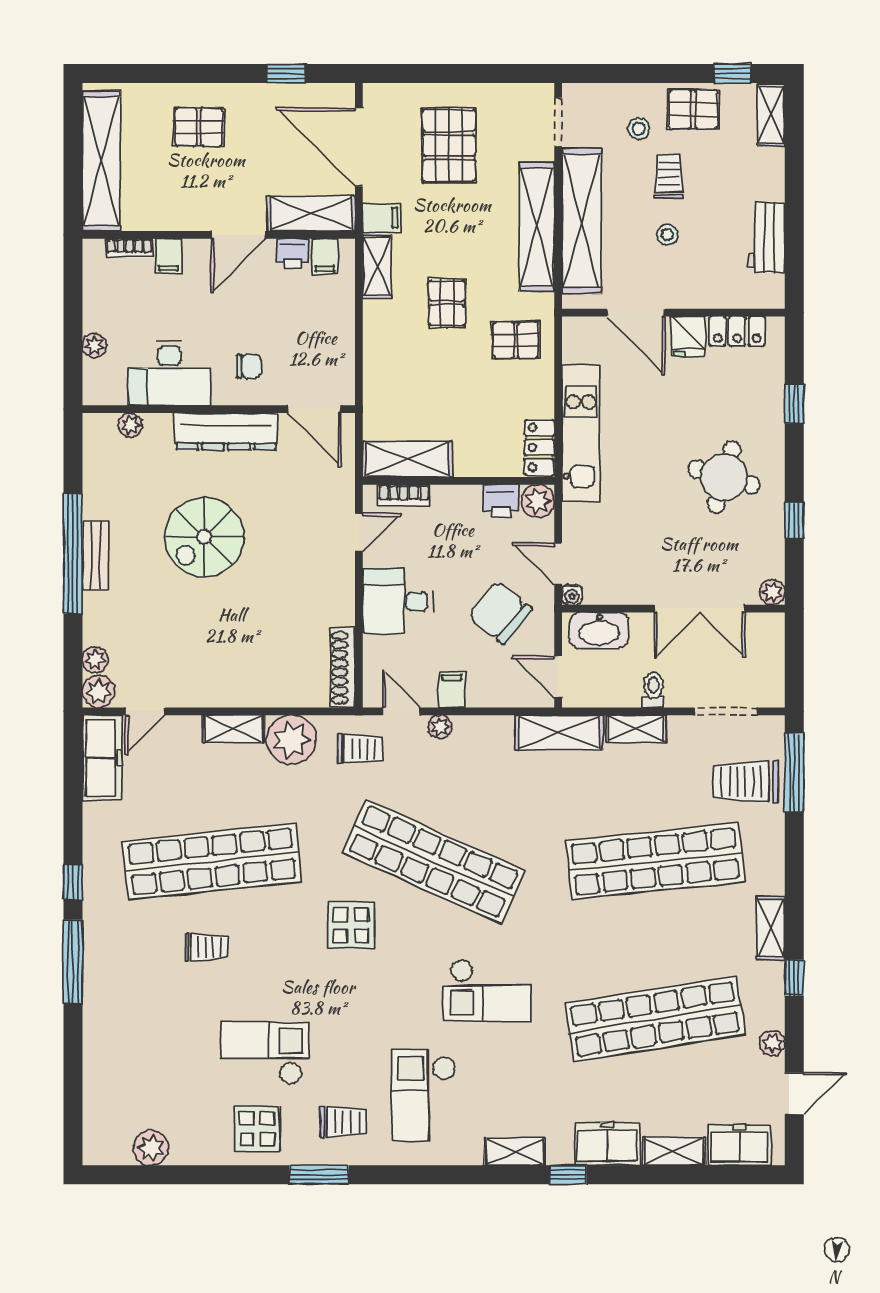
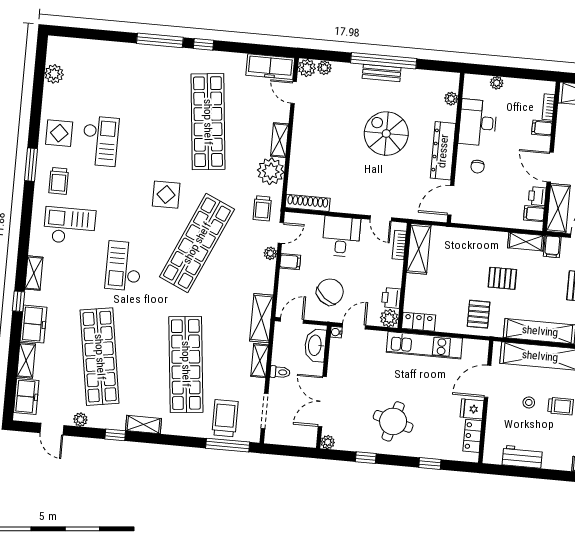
trolley: (206, 947) -> (161, 114), removed

